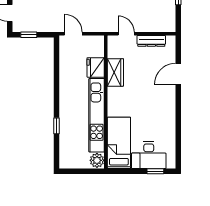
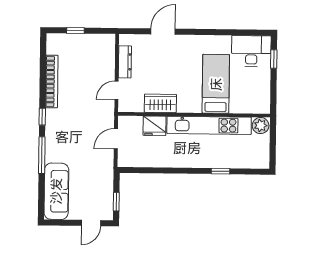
door: (73, 34) -> (116, 139), moved
door: (178, 74) -> (163, 32), swing flipped
bed: (119, 143) -> (216, 84), moved, turned 90
desk: (149, 155) -> (251, 51), moved, turned -90

